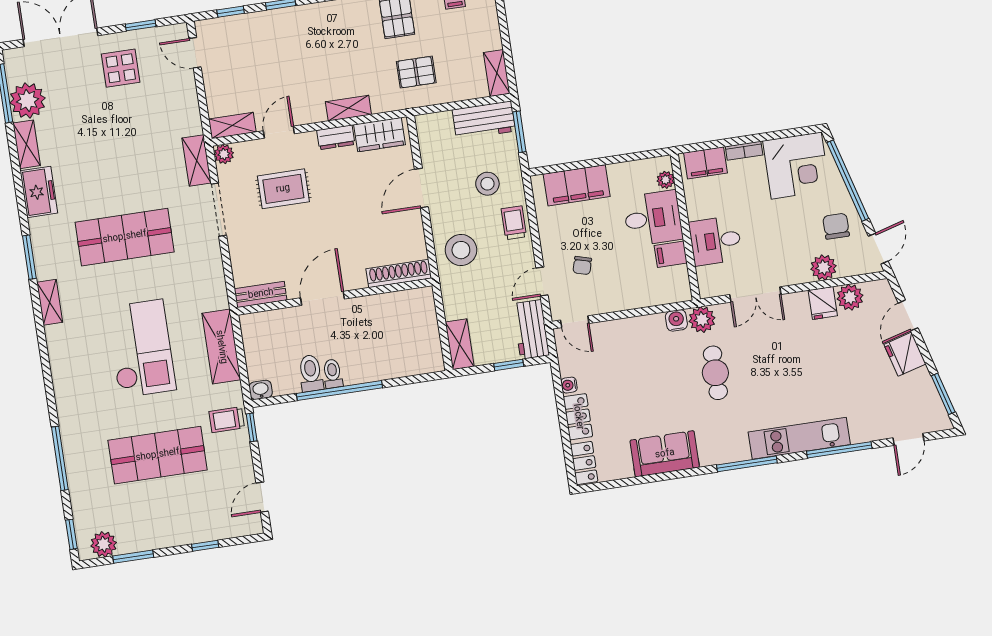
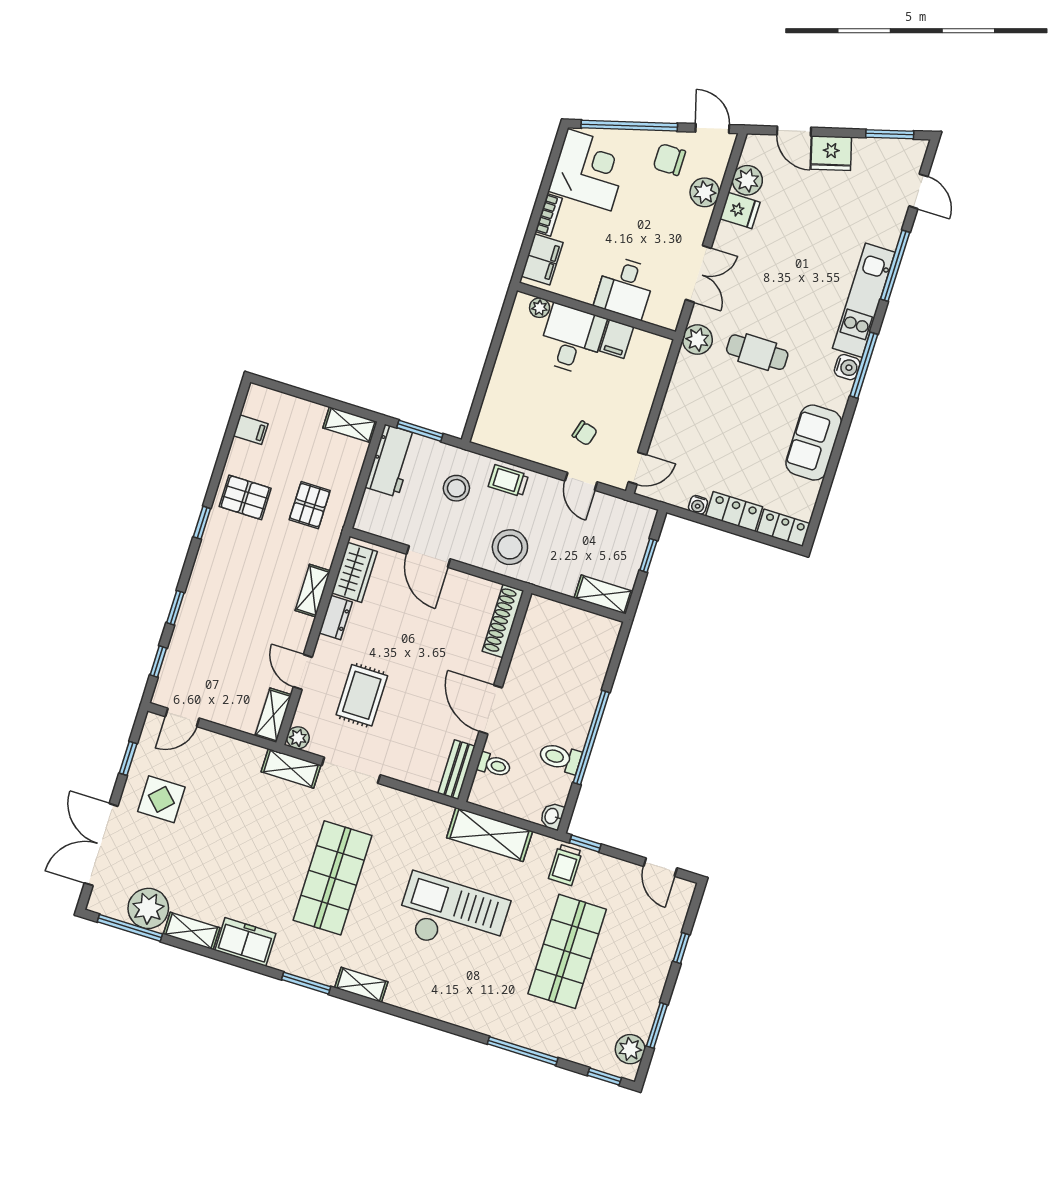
filing cabinet: (577, 185) -> (502, 400), removed
water cooler: (676, 320) -> (847, 367), moved, turned 180
workbench: (531, 329) -> (624, 516), removed
toilet: (333, 374) -> (494, 765), moved, turned 180

